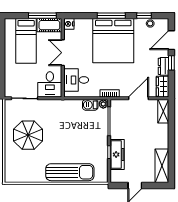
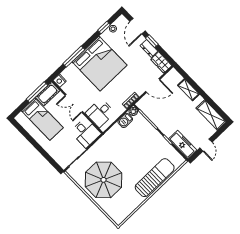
window: (111, 16) -> (74, 57), moved
door: (138, 98) -> (153, 85), swing flipped
shelving: (163, 111) -> (188, 90), moved
parasol: (28, 135) -> (104, 180), width x1.36, depth x1.36
freezer: (117, 155) -> (183, 144), moved

